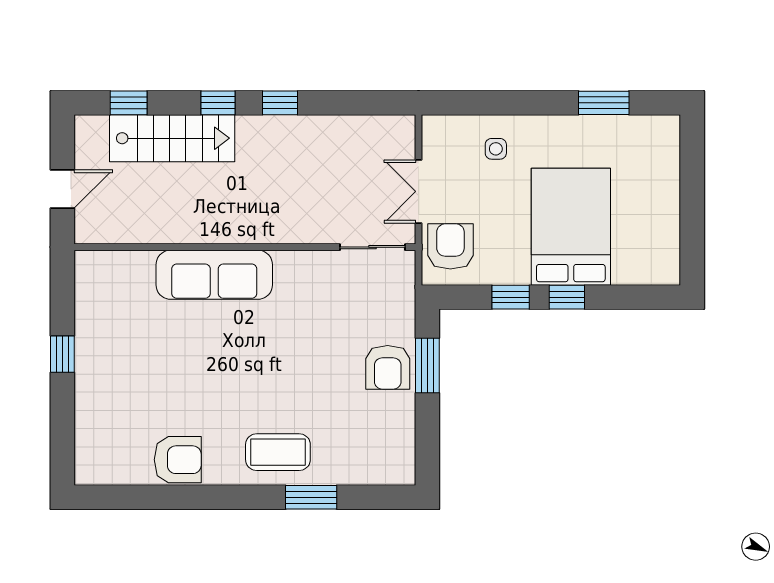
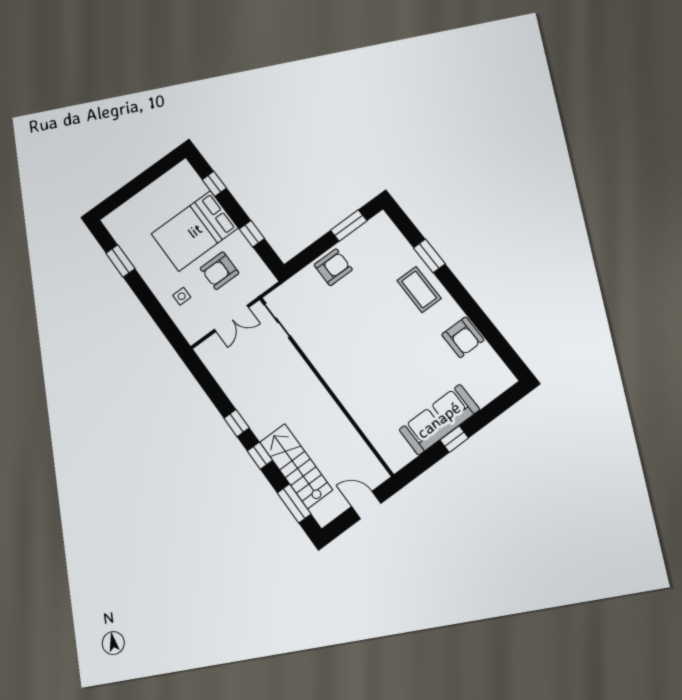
window: (129, 103) -> (294, 503), width x1.50
armchair: (450, 246) -> (220, 271), moved
sofa: (214, 275) -> (439, 420), moved, turned -90
window: (567, 297) -> (214, 184), moved
window: (427, 366) -> (349, 226), moved
armchair: (178, 460) -> (463, 337), turned 180

